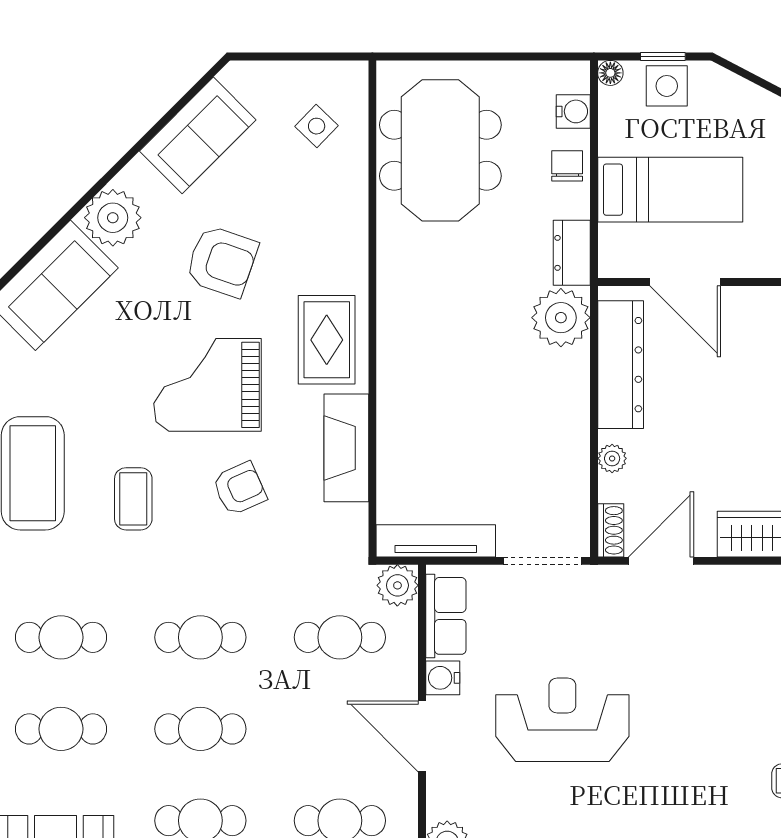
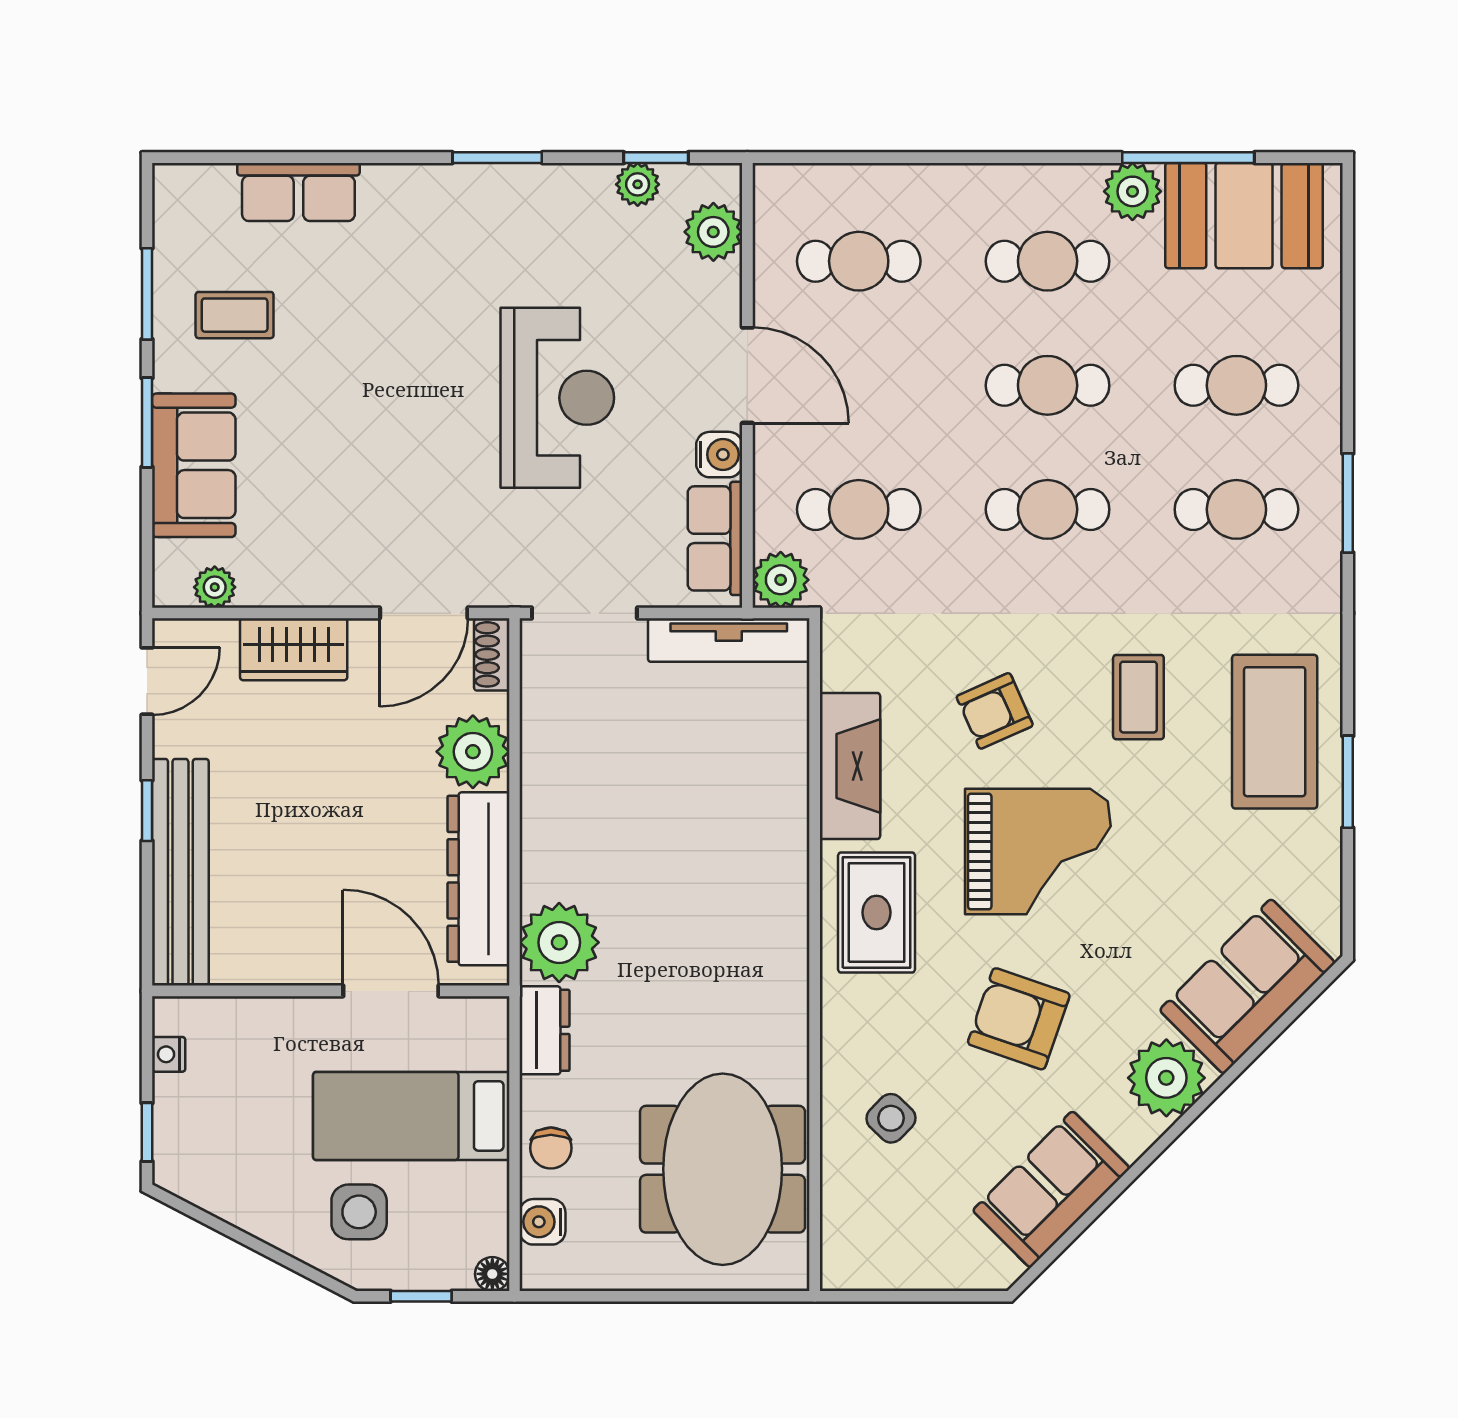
side table: (667, 86) -> (359, 1212), moved
side table: (317, 126) -> (891, 1118), moved
plant: (612, 458) -> (473, 752), width x1.88, depth x1.88
reception desk: (562, 720) -> (557, 398), turned -90

